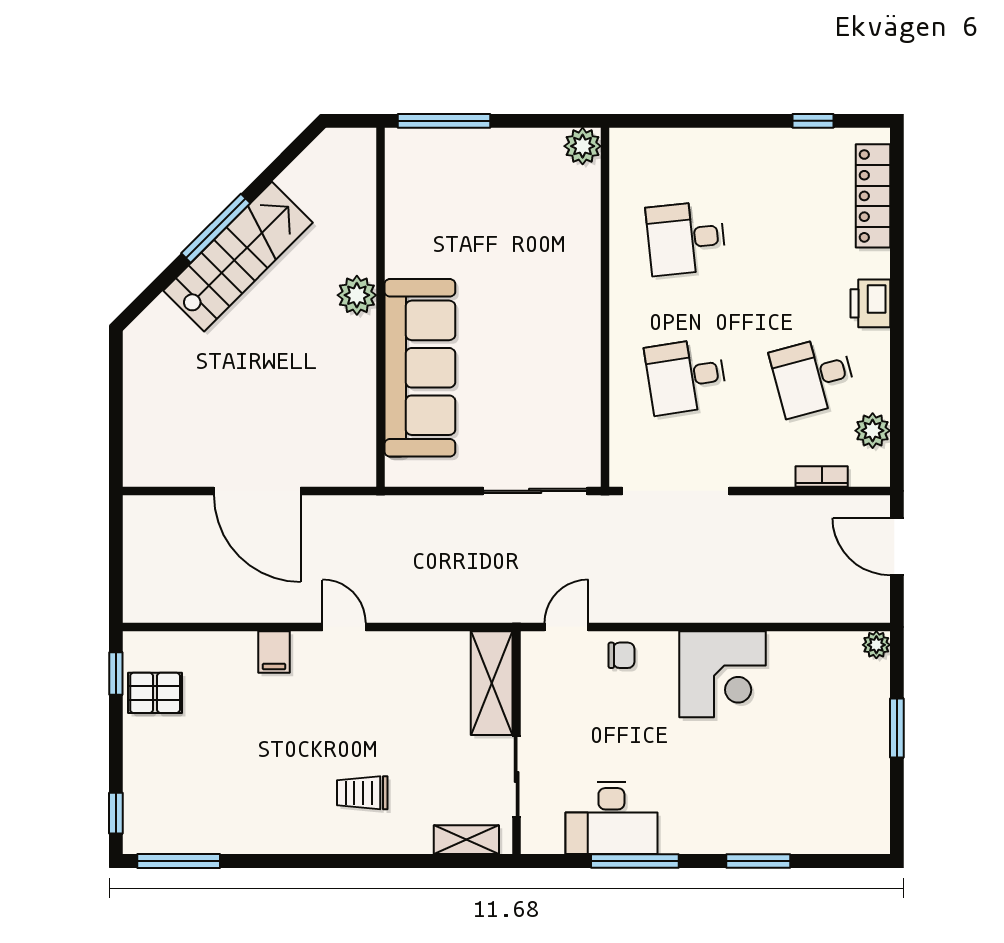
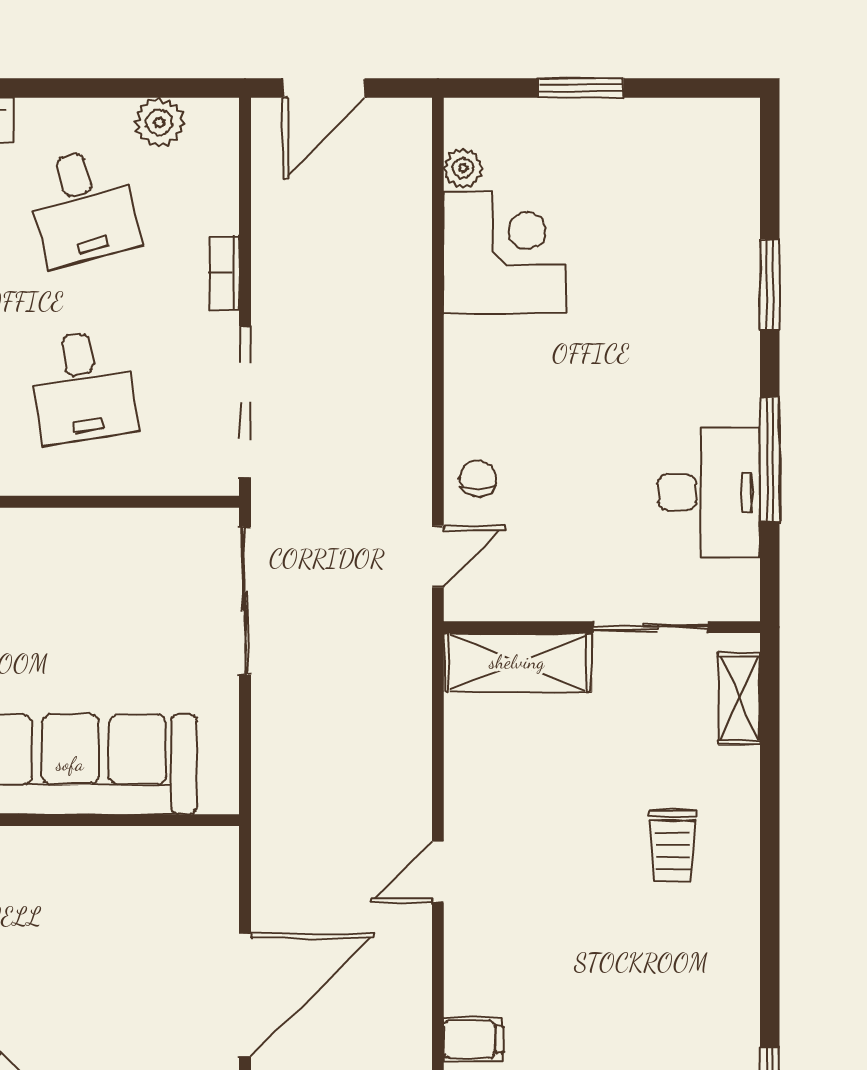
bookcase: (822, 476) -> (224, 273), moved
door: (566, 627) -> (438, 557), swing flipped
plant: (876, 645) -> (463, 168), moved
filing cabinet: (274, 652) -> (473, 1039), moved
corner desk: (723, 674) -> (505, 253), moved

